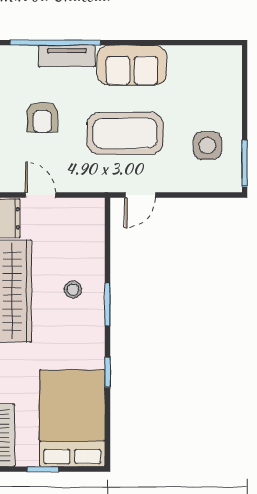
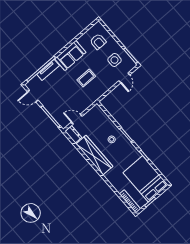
armchair: (42, 117) -> (98, 42), moved
coffee table: (125, 133) -> (86, 78), width x0.54, depth x0.58
door: (140, 195) -> (124, 78), moved

